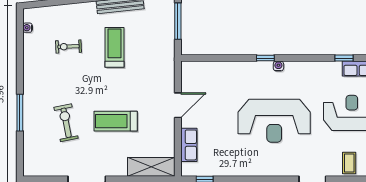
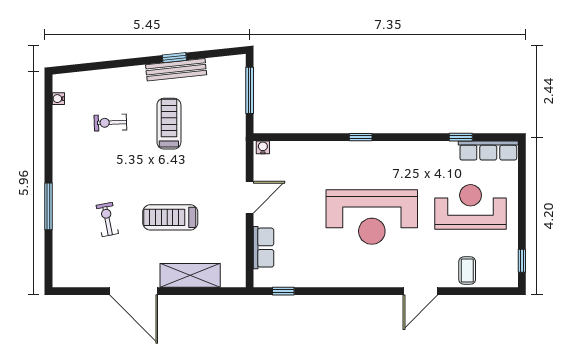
water cooler: (278, 66) -> (263, 147), moved
exercise bike: (66, 123) -> (107, 219), width x0.73, depth x0.72
shelving: (151, 167) -> (190, 275), moved

